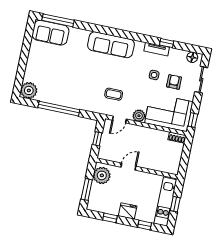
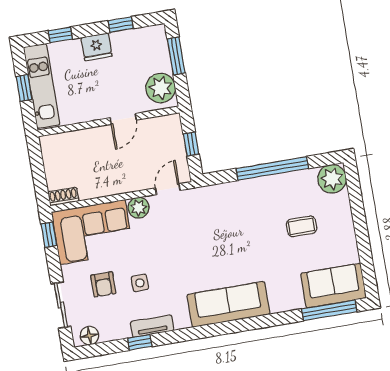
coffee table: (114, 94) -> (302, 226), moved

